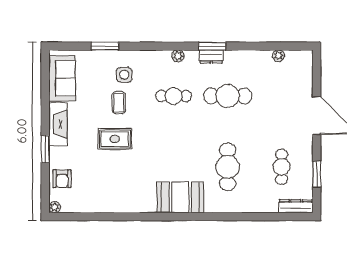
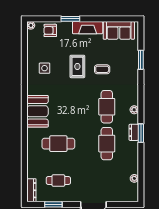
side table: (124, 75) -> (45, 68), moved
cafe table: (174, 96) -> (107, 107), width x1.37, depth x1.35

